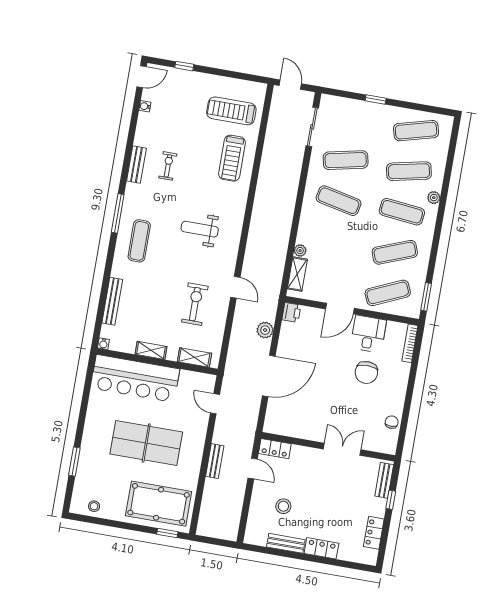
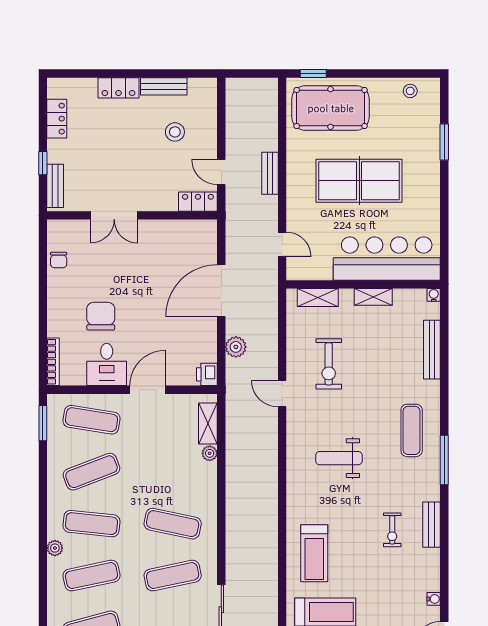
treadmill: (232, 158) -> (314, 553), turned 180
weight bench: (200, 229) -> (339, 458), turned 180
exercise mat: (388, 293) -> (91, 420), turned 33

